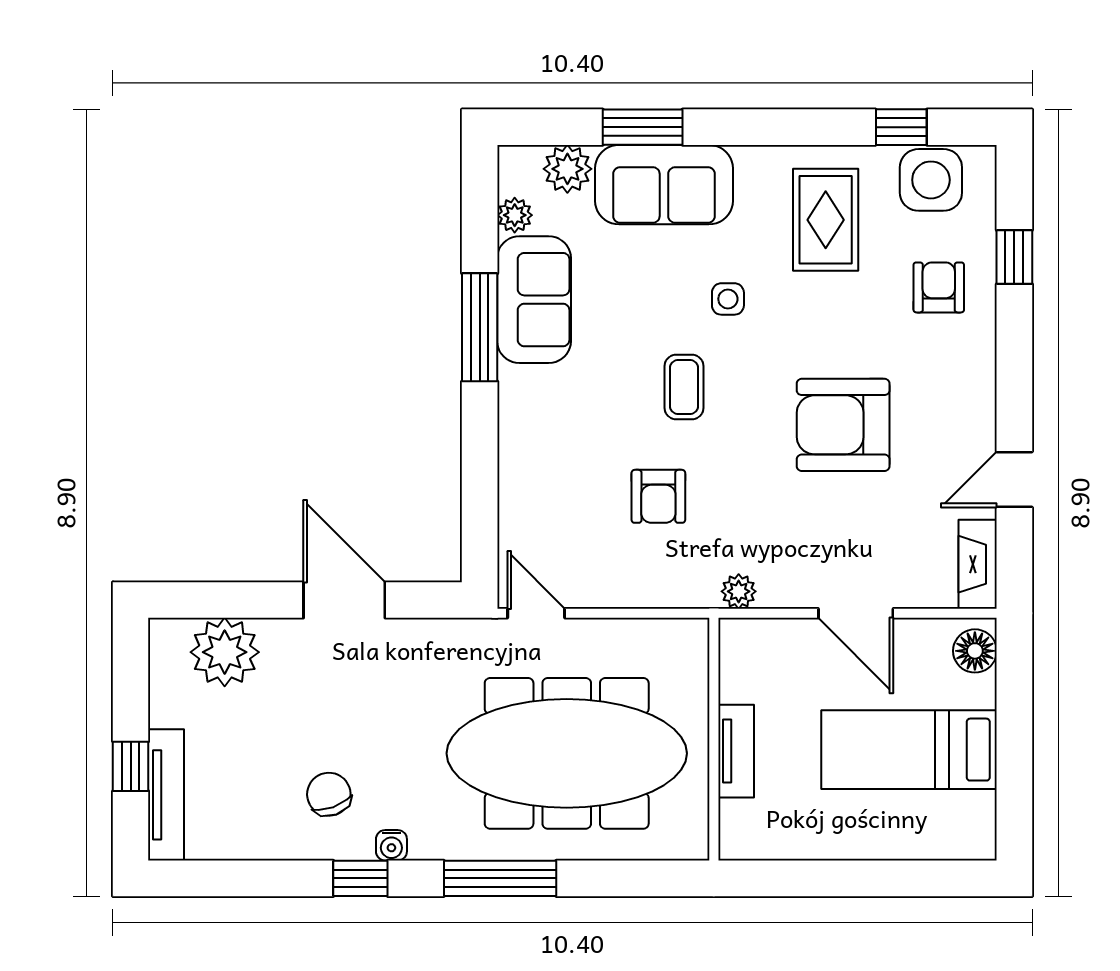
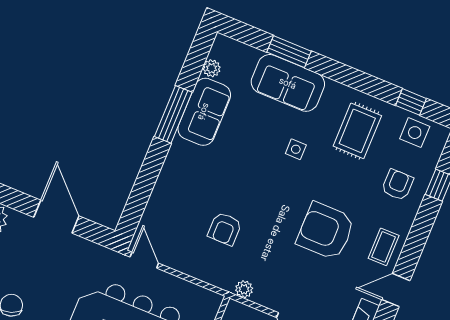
plant: (567, 169) -> (245, 57), removed
side table: (931, 180) -> (415, 133), width x0.73, depth x0.73
coffee table: (684, 387) -> (384, 247), moved

